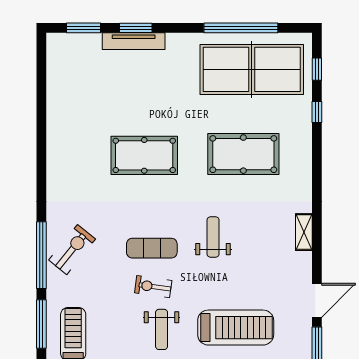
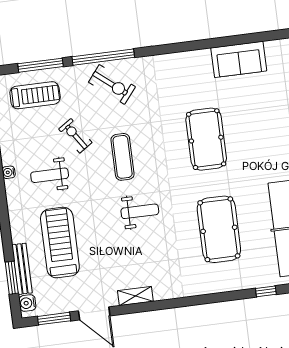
sofa: (63, 109) -> (239, 59), added
shelving: (304, 232) -> (135, 296), moved
exercise bike: (153, 287) -> (75, 136), moved, turned -42
treadmill: (236, 328) -> (60, 243), turned 180

